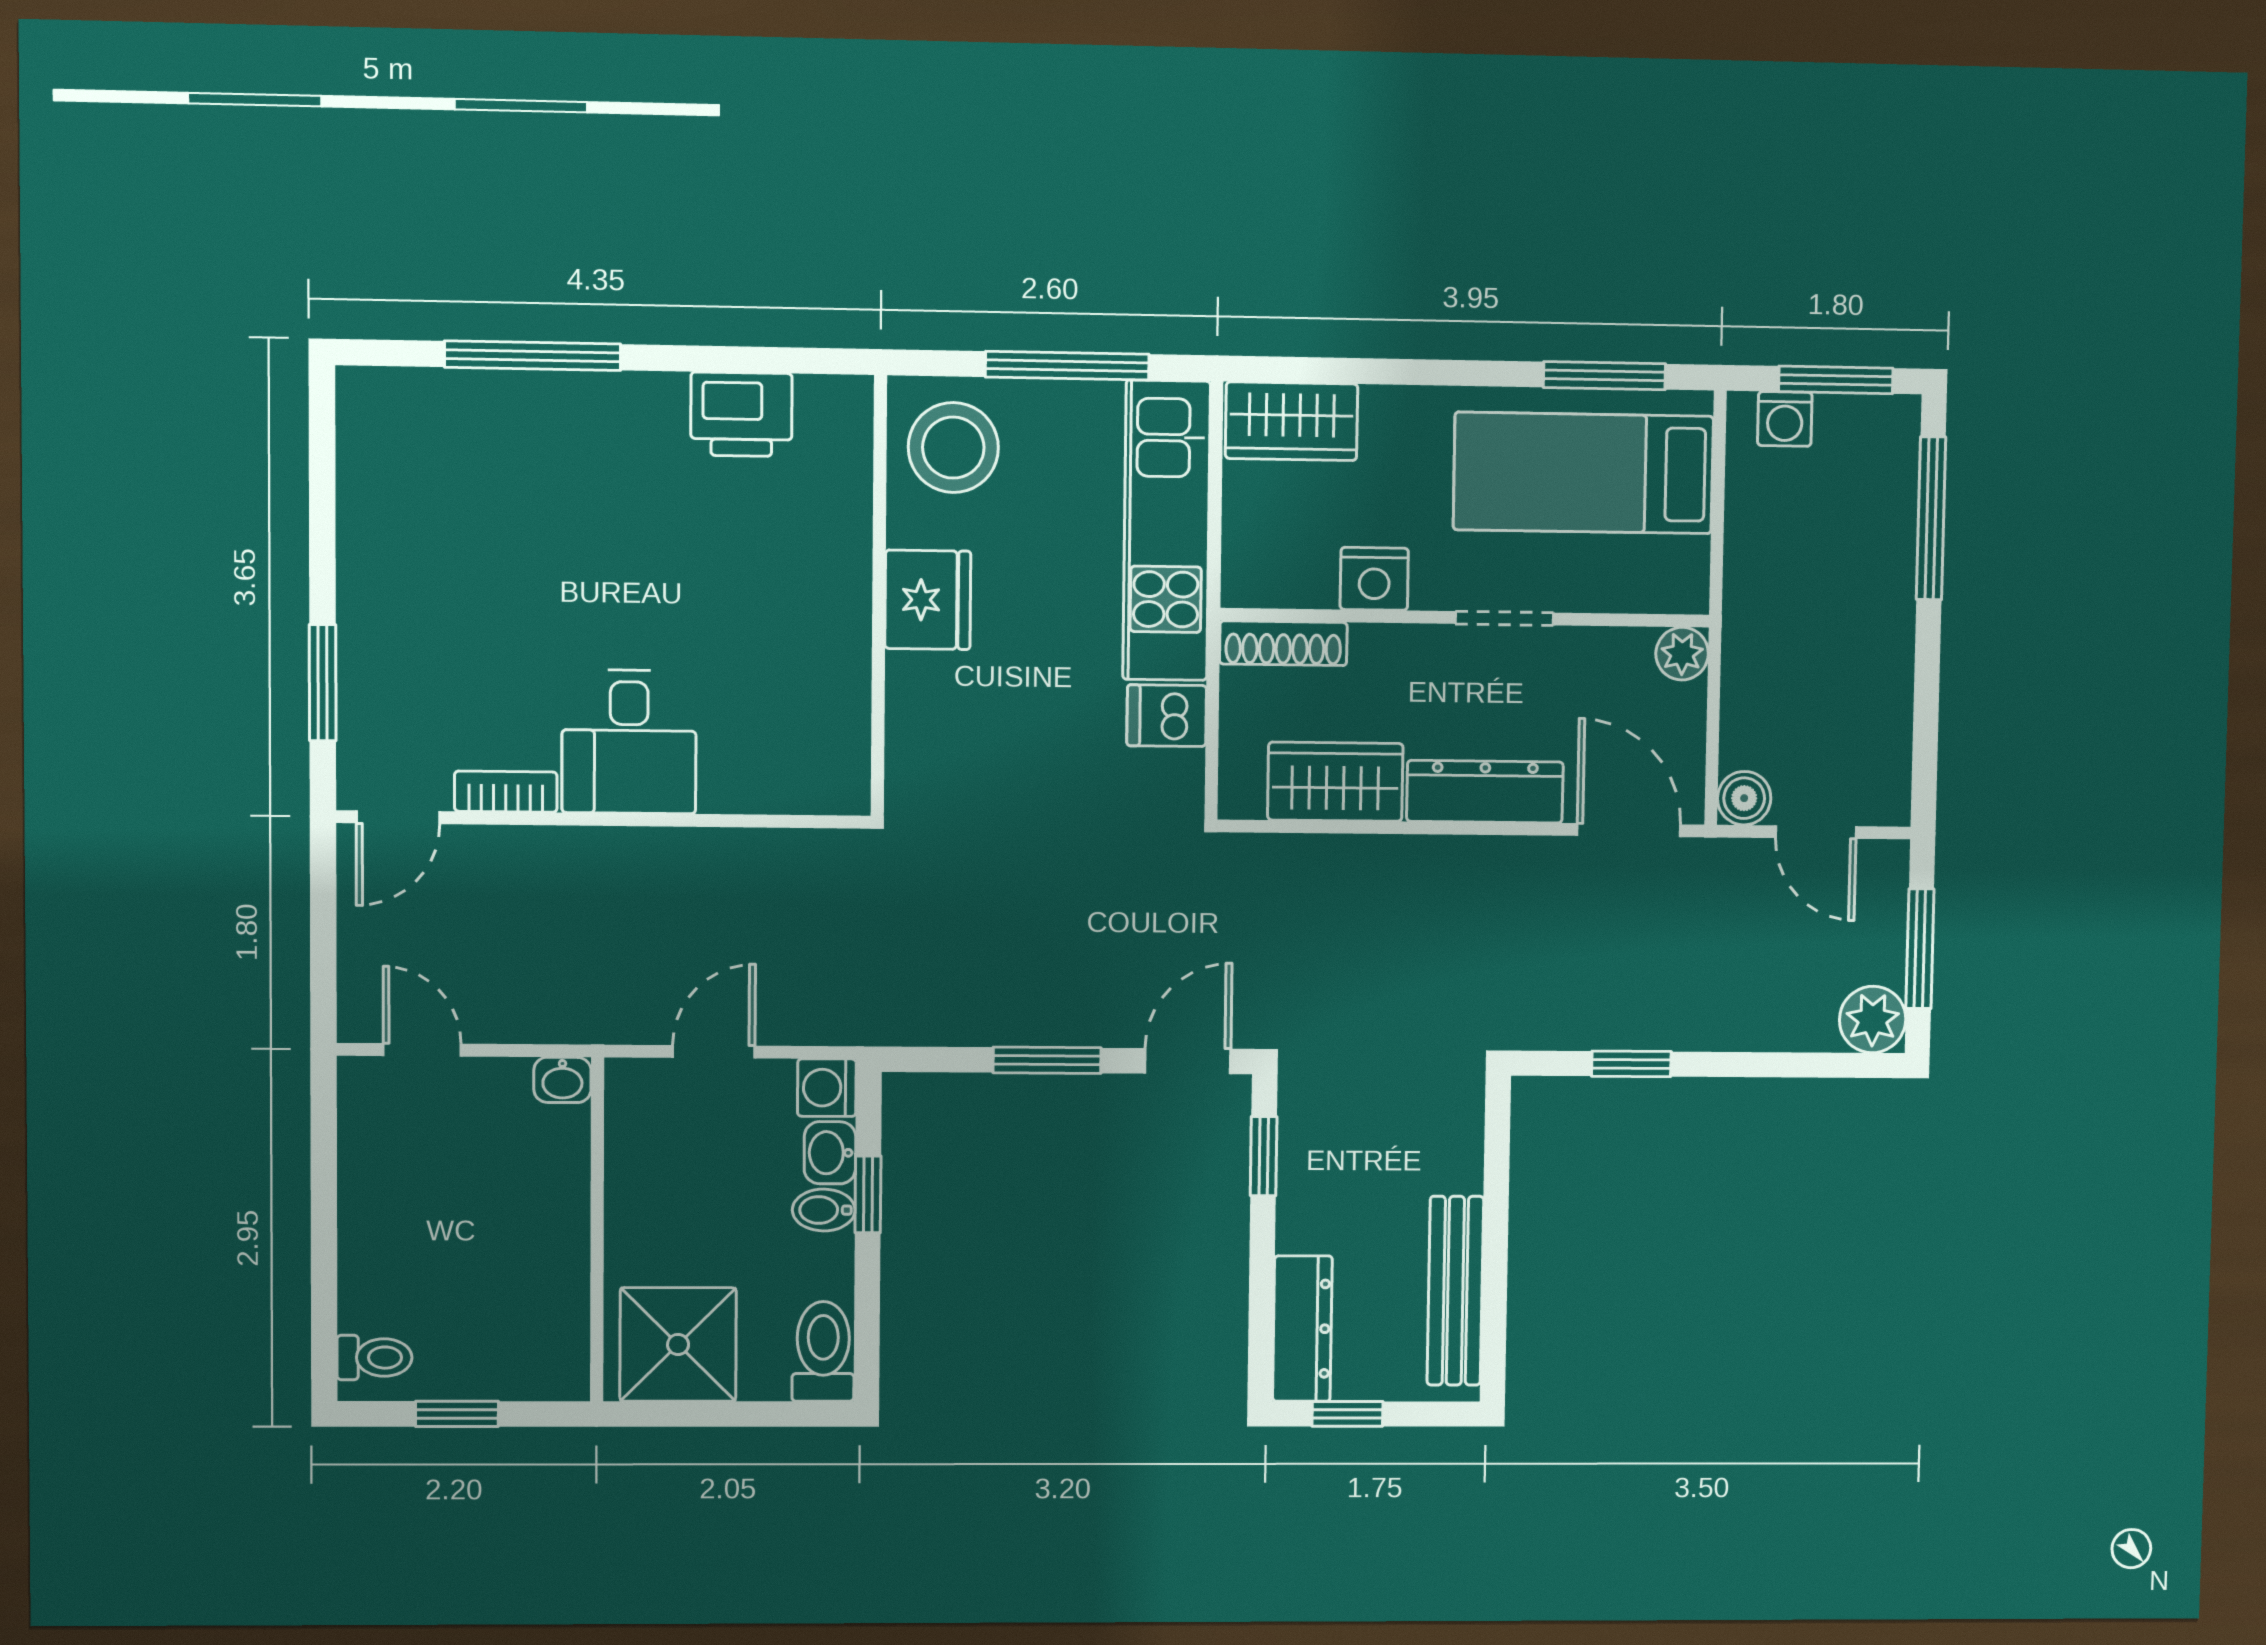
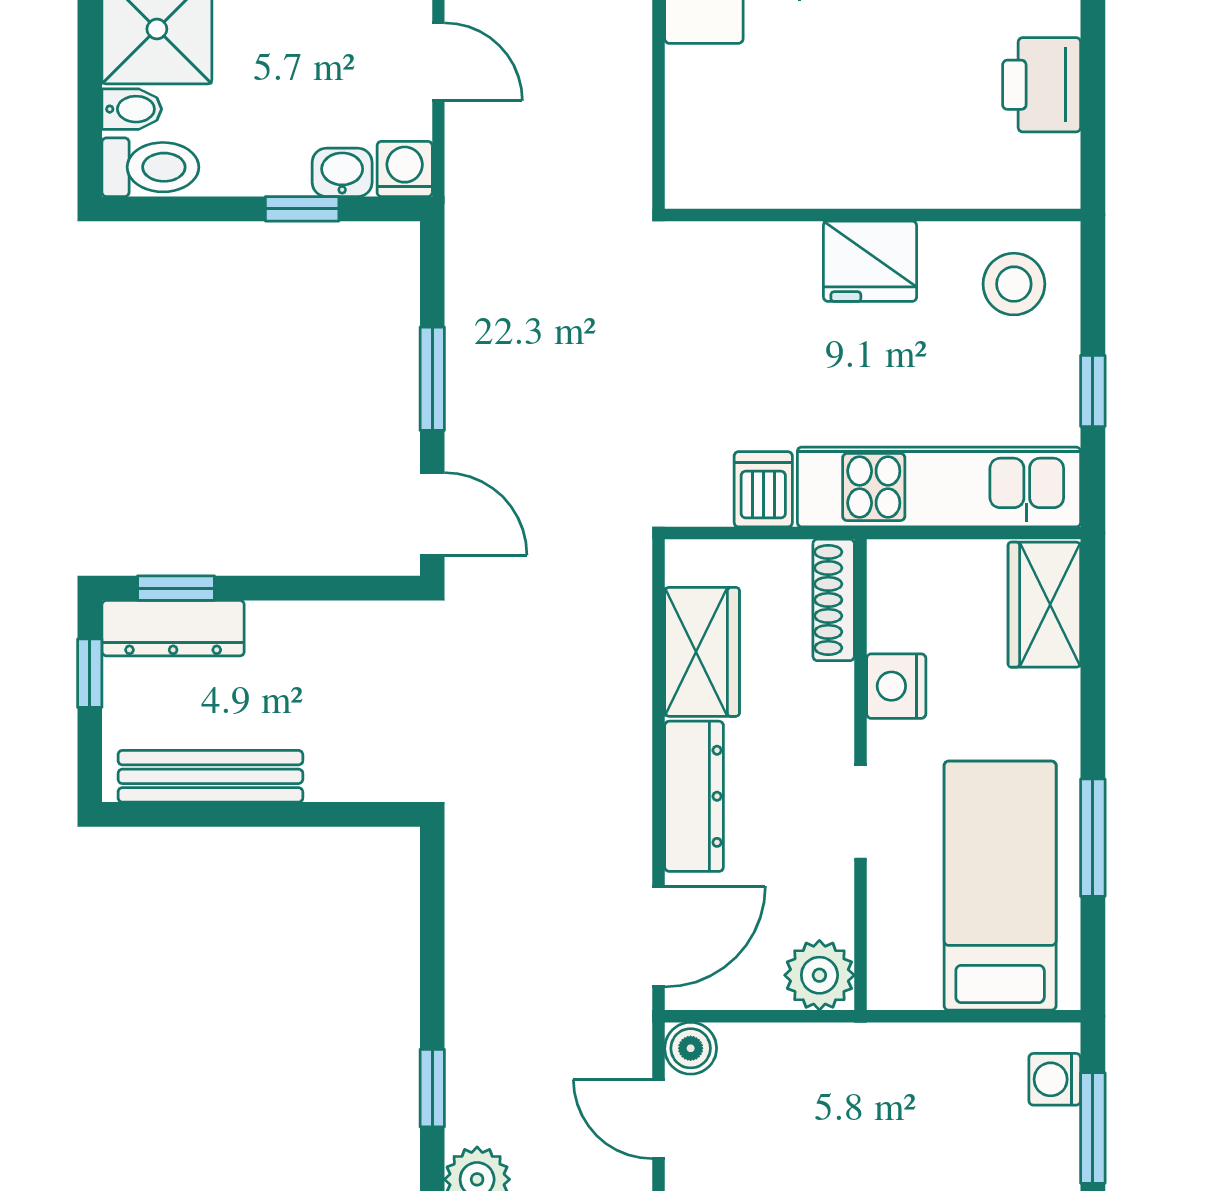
window: (1067, 366) -> (1093, 391), width x0.46
window: (1604, 376) -> (1093, 838), moved
stool: (953, 448) -> (1014, 284), width x0.73, depth x0.73
plant: (1682, 654) -> (819, 975), width x1.38, depth x1.38
door: (1816, 832) -> (659, 1119), hinge flipped
window: (1631, 1064) -> (432, 1088), moved
window: (1264, 1156) -> (176, 588), moved
bidet: (824, 1210) -> (132, 109), moved, turned 90

